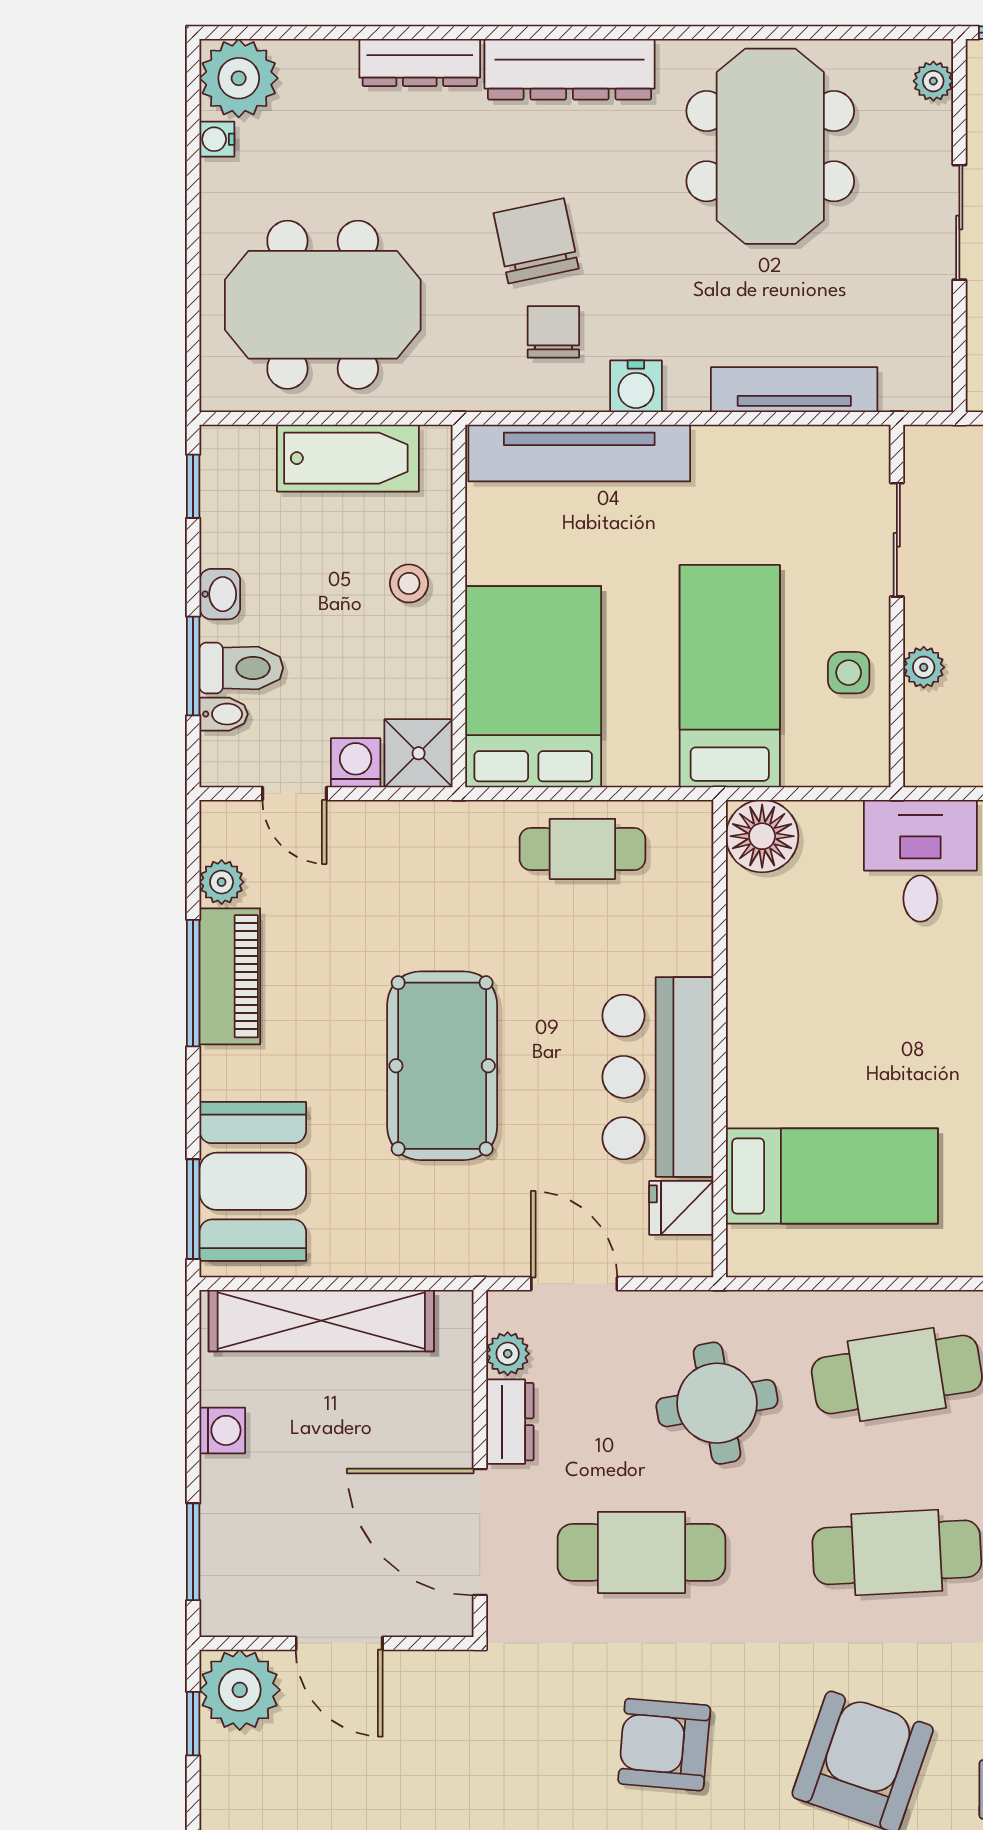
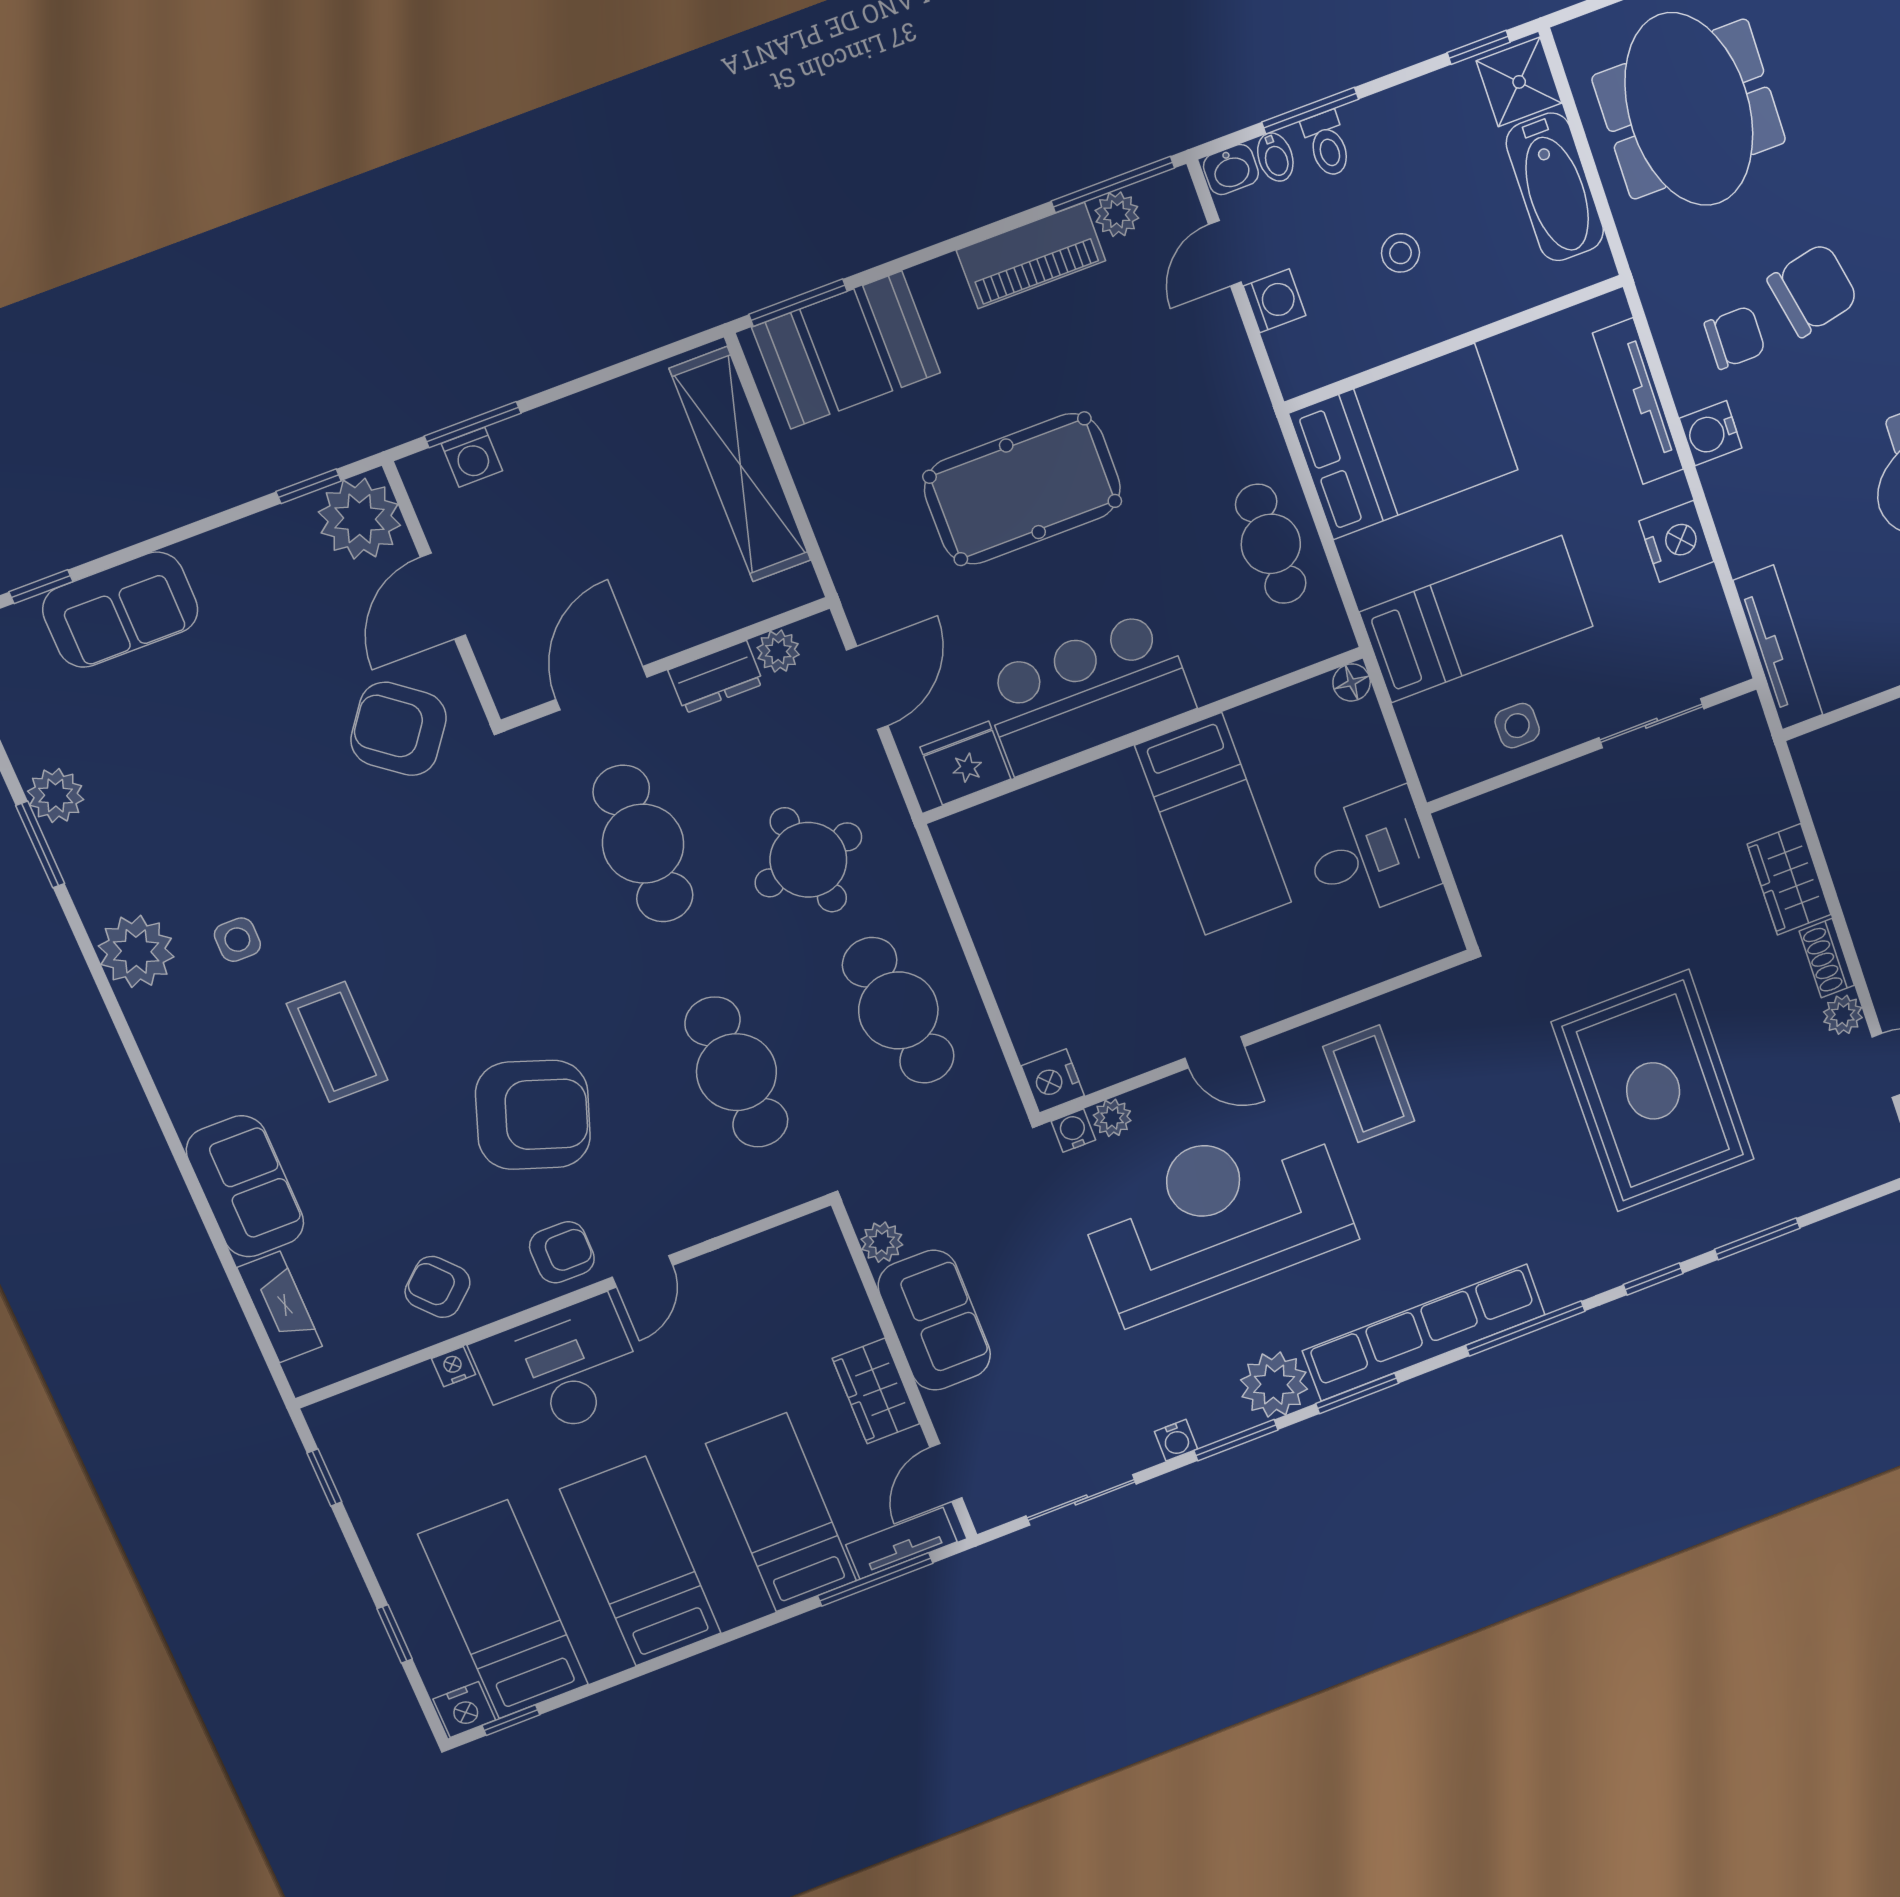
tv unit: (794, 390) -> (1778, 648), moved
tv unit: (579, 453) -> (1638, 401), width x0.73, depth x0.78
nightstand: (728, 455) -> (1677, 541), added
stool: (409, 583) -> (1400, 253), moved
washbasin: (220, 594) -> (1231, 170), moved
plant: (924, 667) -> (1545, 791), removed
toilet: (241, 668) -> (1327, 144), width x0.73, depth x0.72
shower: (419, 753) -> (1519, 82), moved
floor lamp: (762, 836) -> (1352, 683), width x0.53, depth x0.53
window: (193, 983) -> (1113, 185), moved
bed: (832, 1176) -> (1213, 824), moved
fridge: (681, 1208) -> (965, 763), width x1.38
washing machine: (222, 1430) -> (472, 457), moved
door: (480, 1532) -> (602, 688), width x0.73
armchair: (664, 1745) -> (399, 729), moved, turned -58

